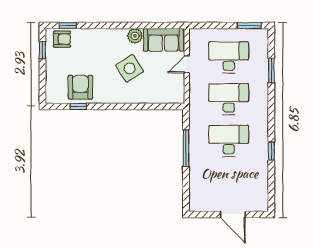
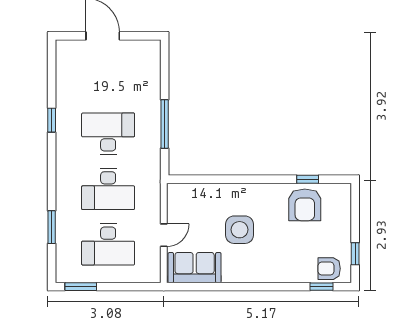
plant: (135, 36) -> (232, 273), removed
side table: (130, 68) -> (240, 230), turned 32
desk: (229, 141) -> (108, 134), turned 180

